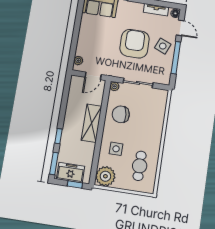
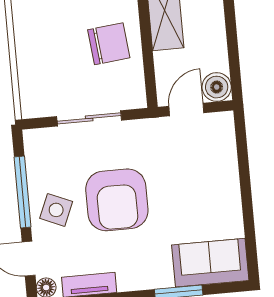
plant: (78, 61) -> (226, 134), removed
boiler: (77, 83) -> (217, 87), added
plant: (114, 86) -> (136, 99), removed

